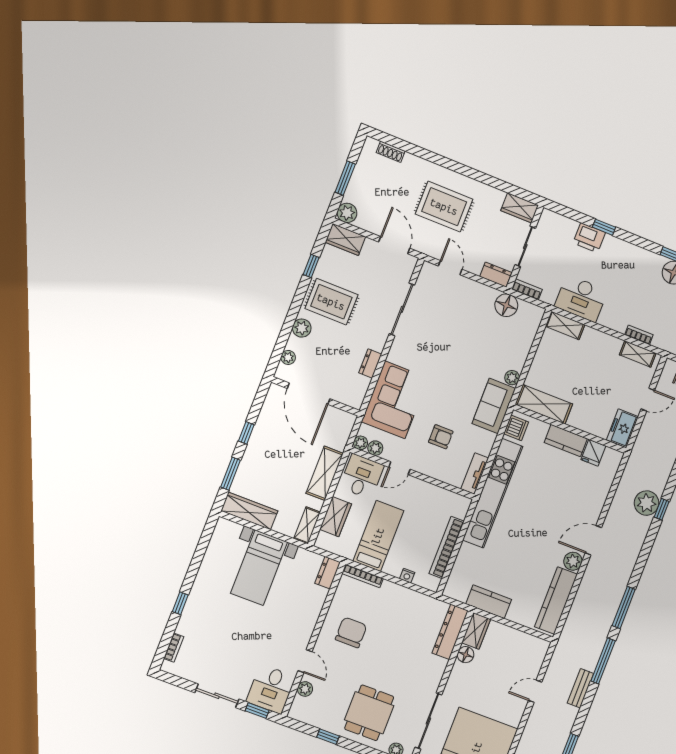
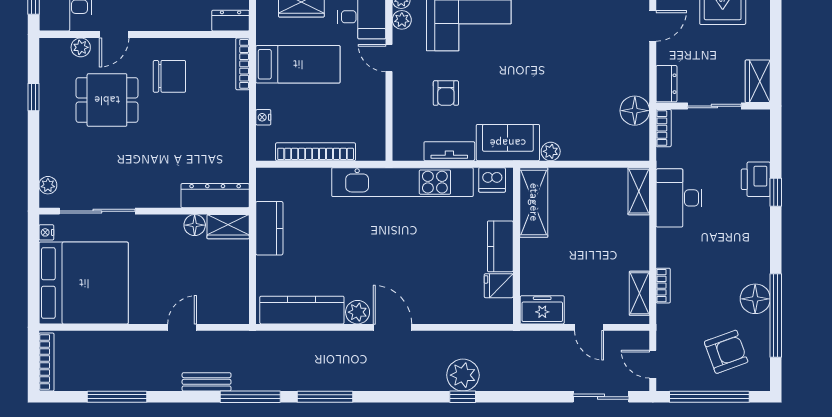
tv unit: (475, 474) -> (449, 151), moved
door: (535, 691) -> (182, 327), hinge flipped
dining table: (369, 713) -> (107, 100), moved

